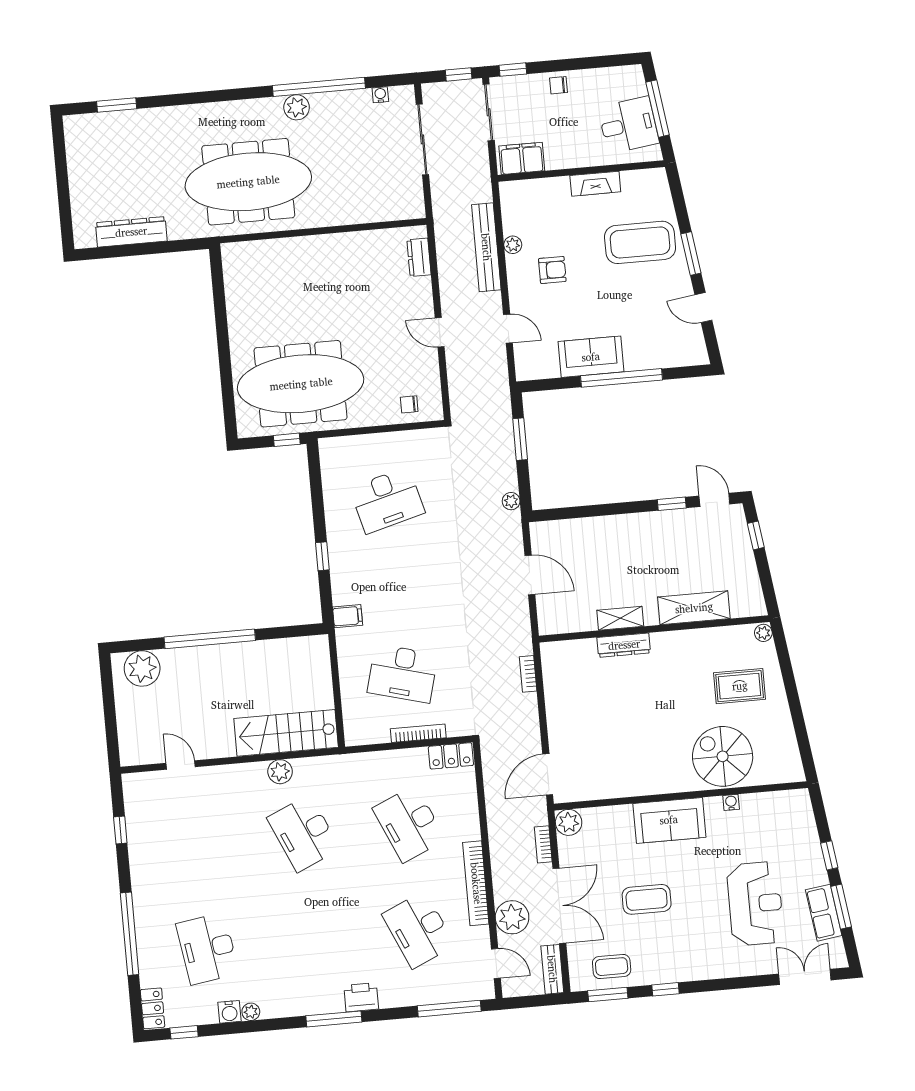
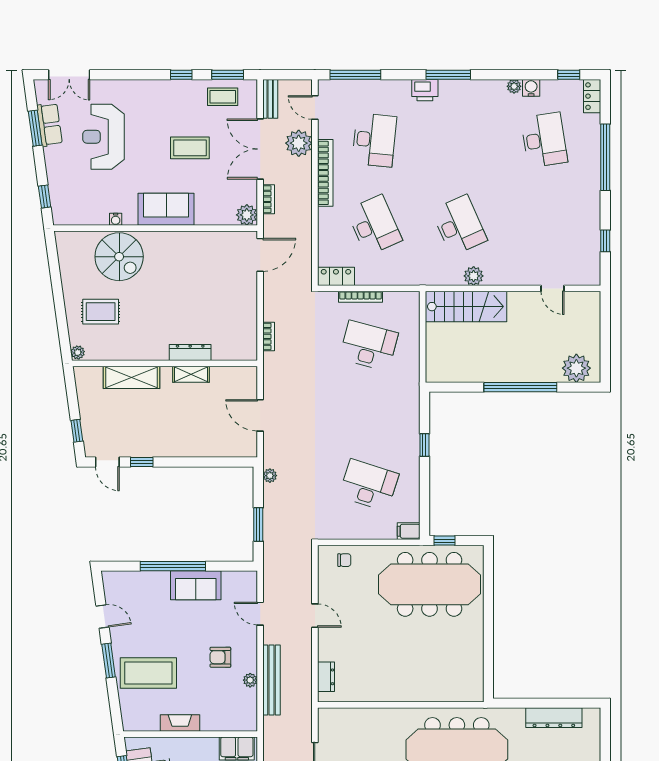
desk: (387, 500) -> (369, 485), turned 33
filing cabinet: (348, 616) -> (409, 531), moved
window: (829, 855) -> (45, 196), moved
desk: (419, 930) -> (374, 140), turned 30

